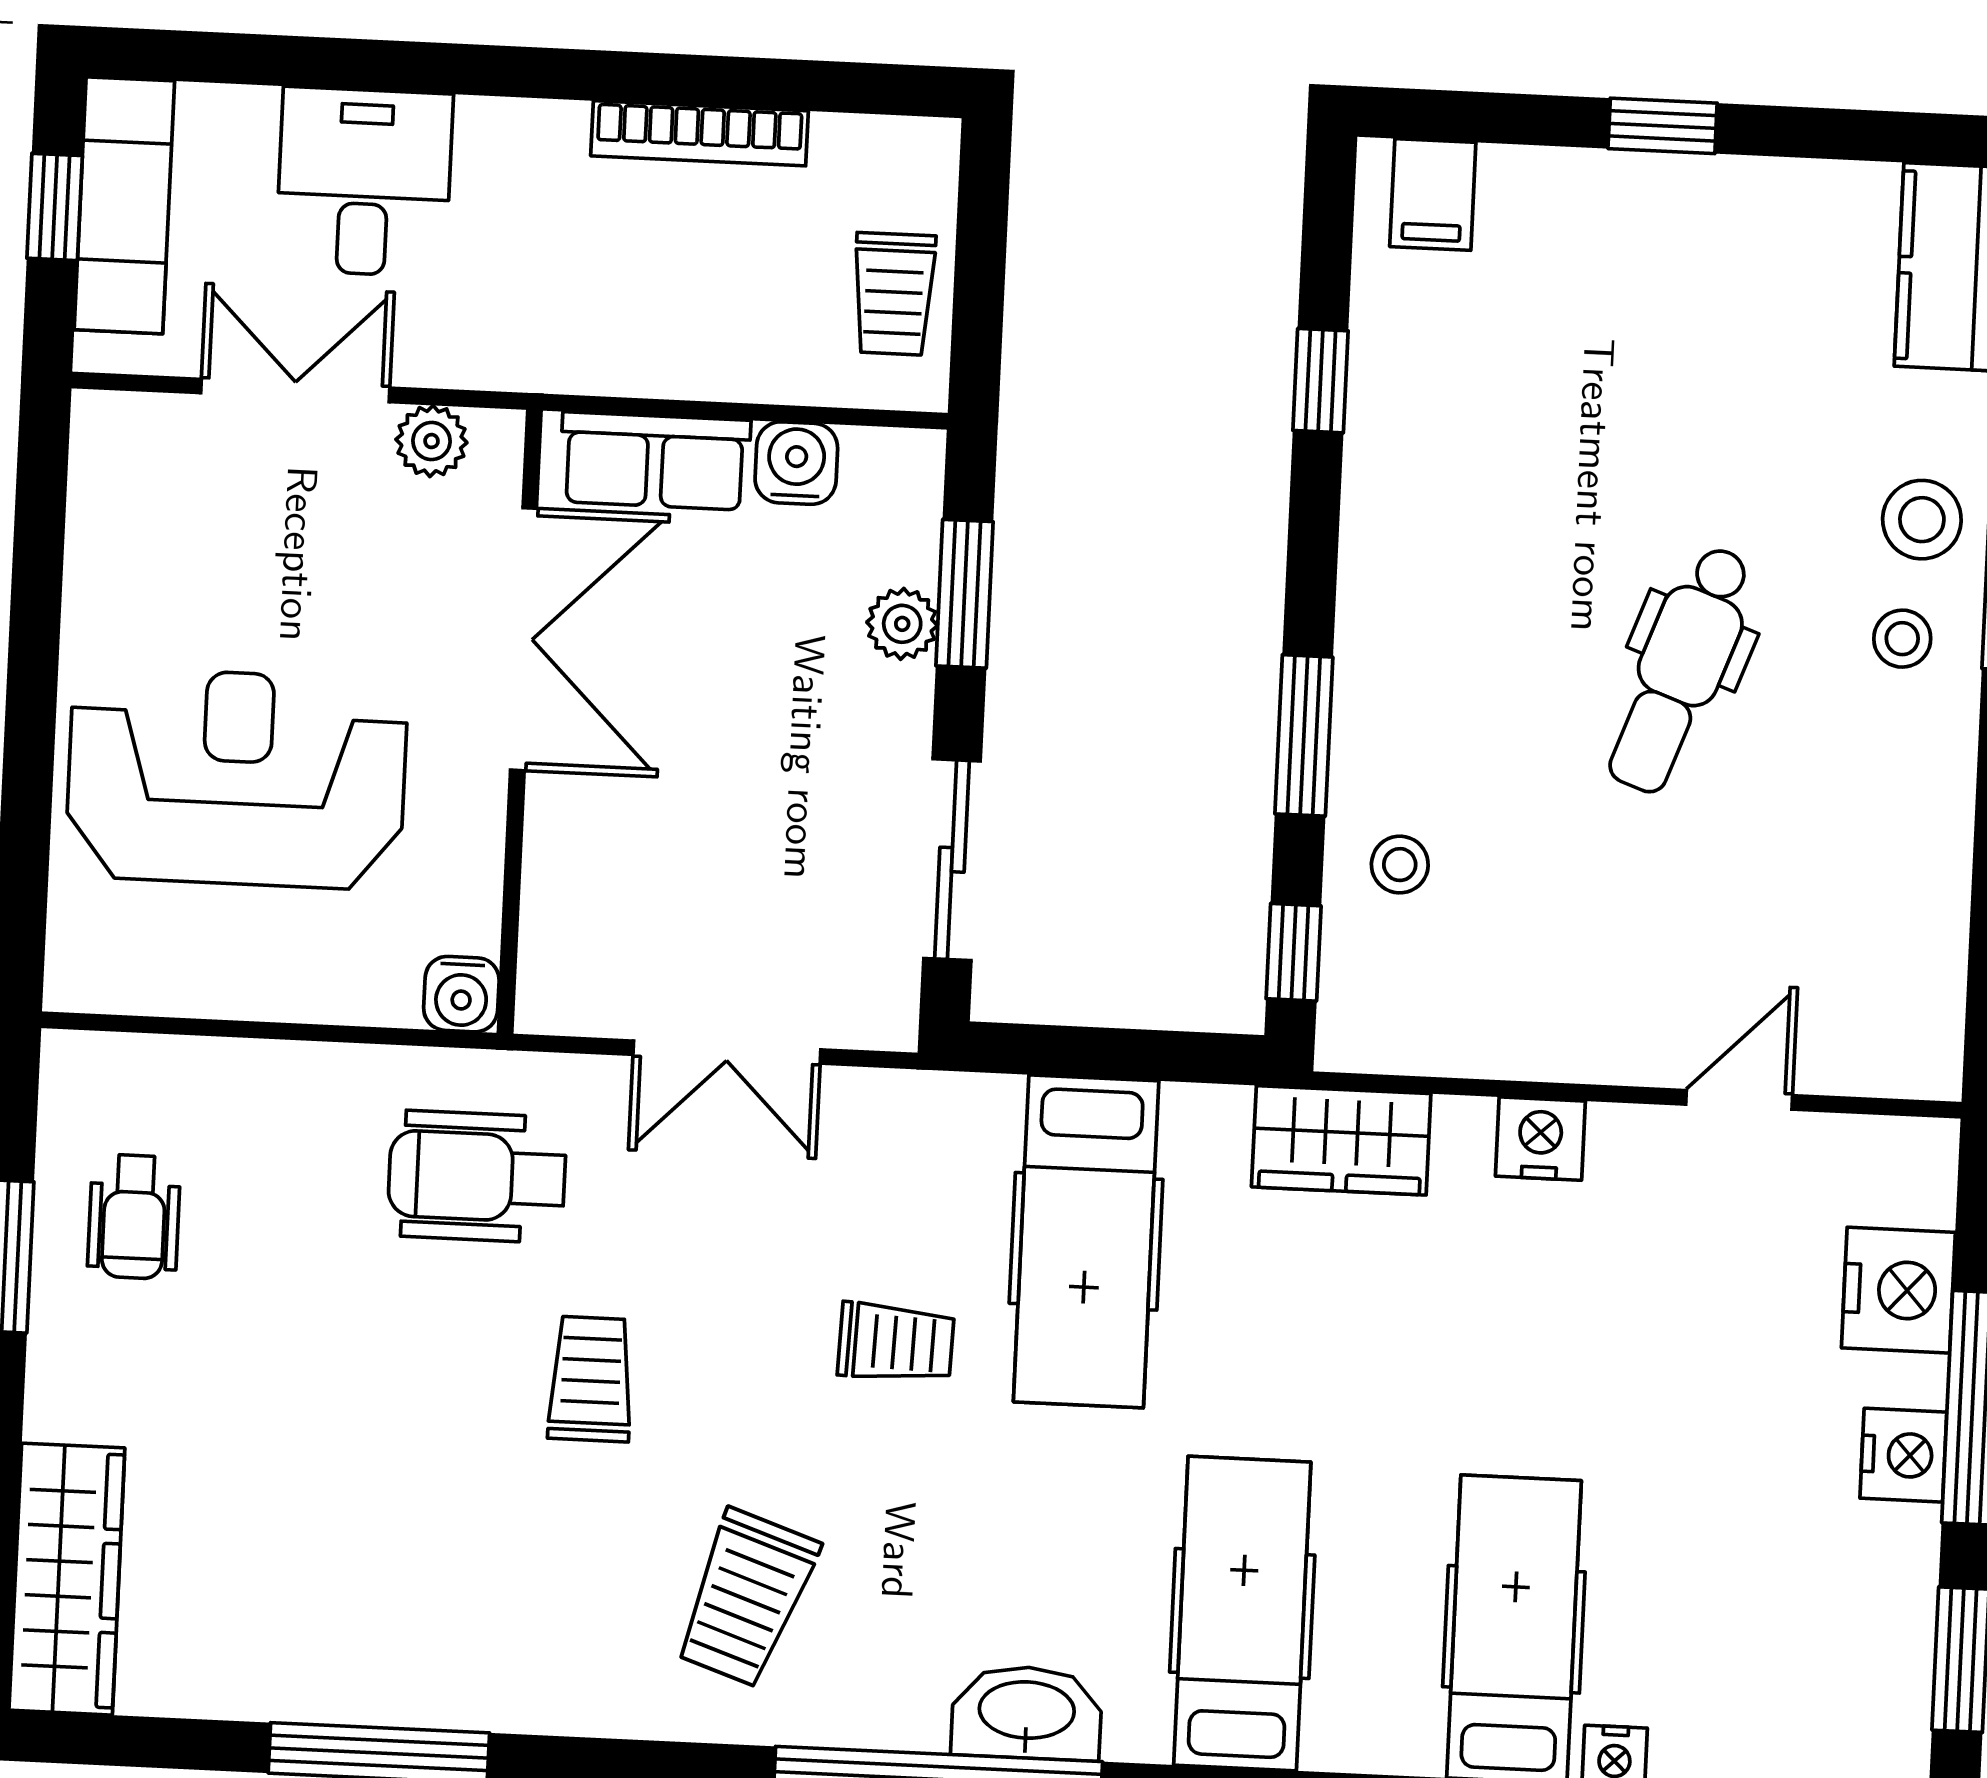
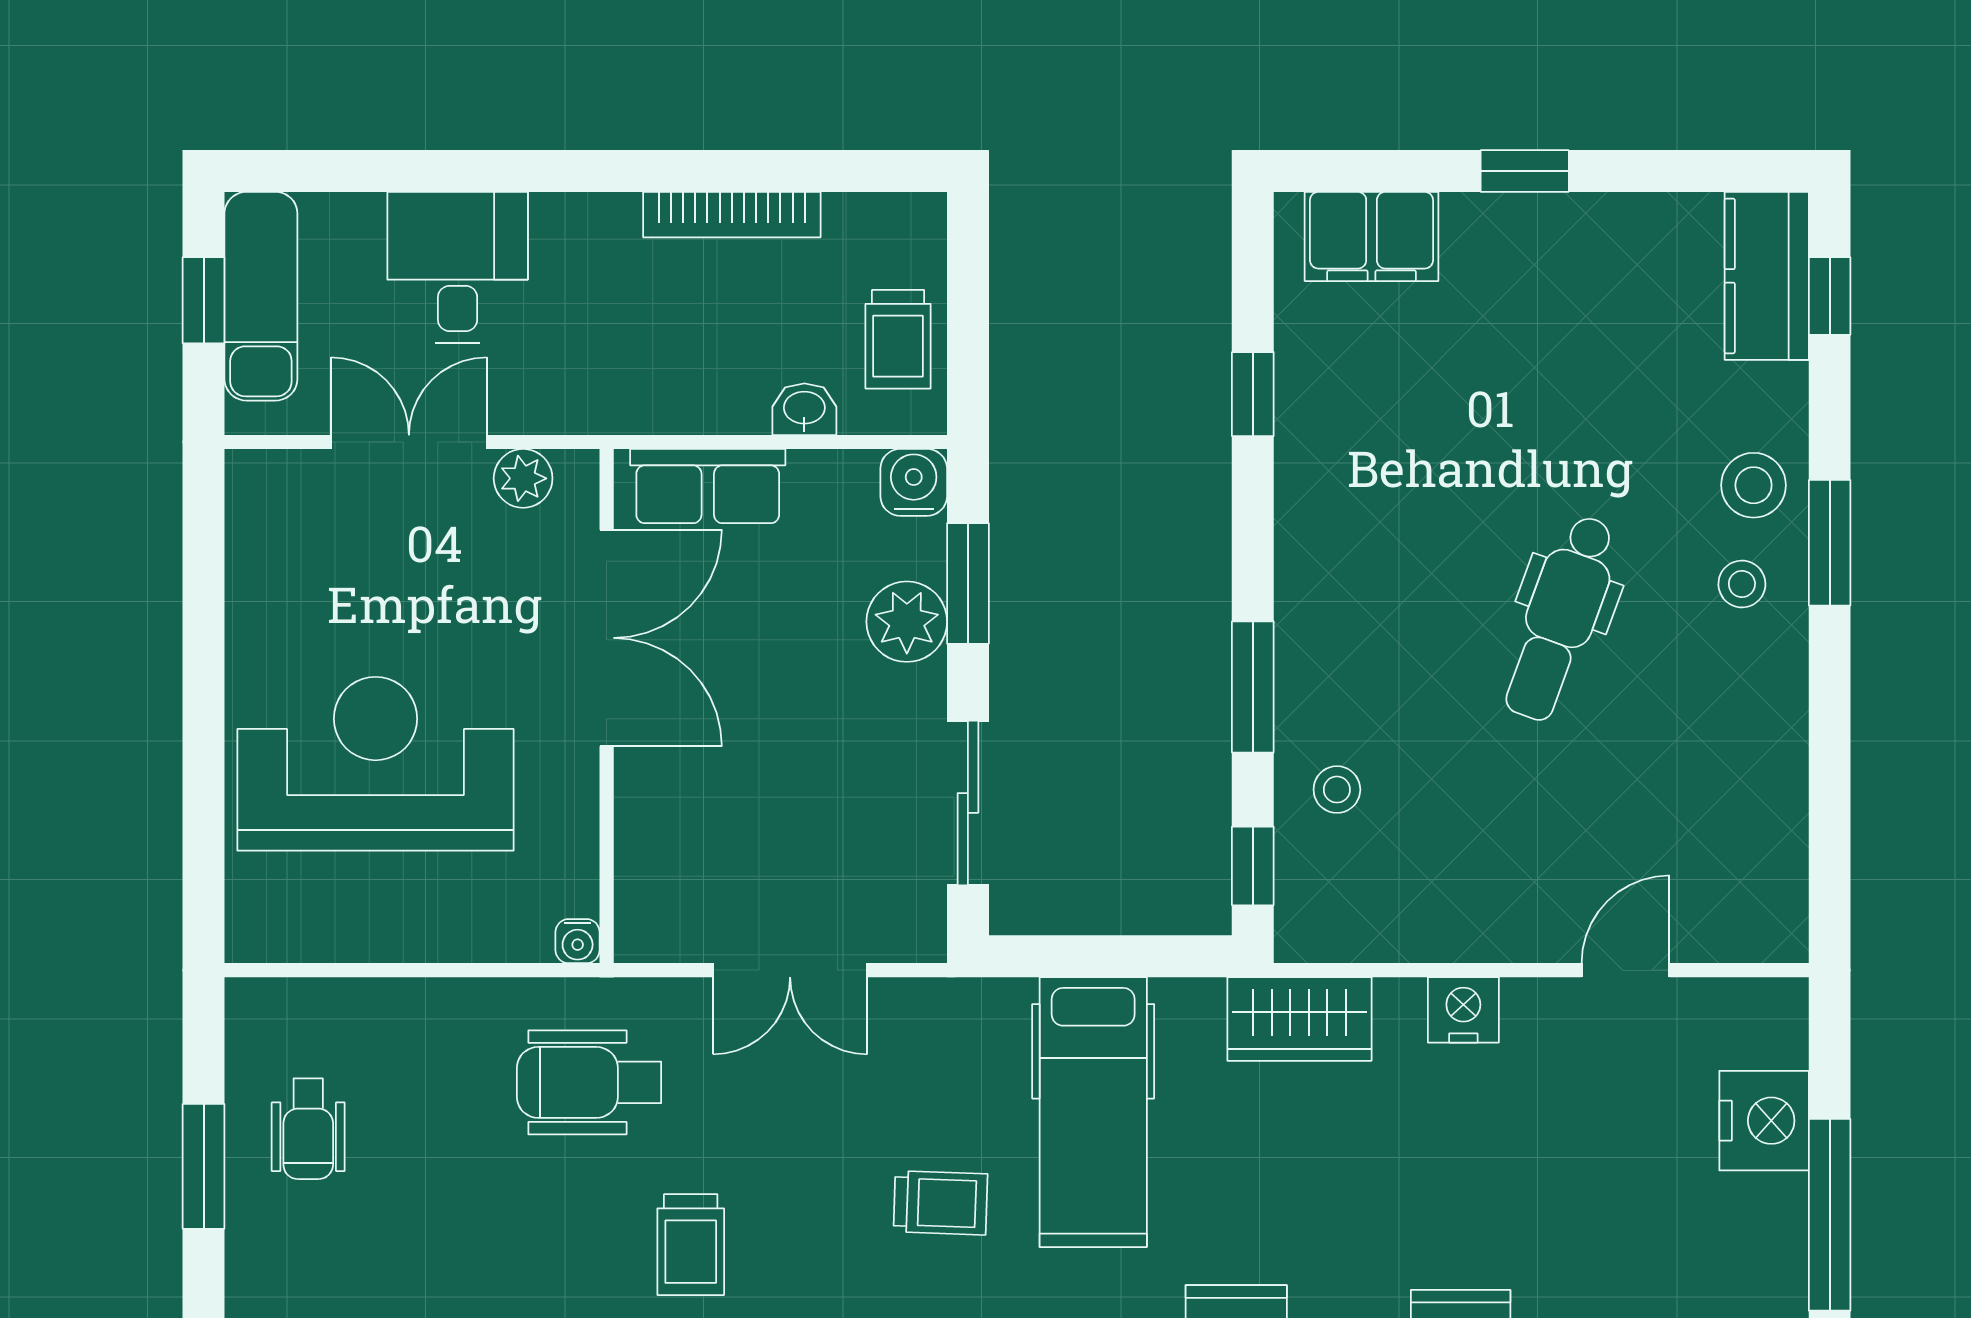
filing cabinet: (1433, 194) -> (1372, 236), width x2.00
washbasin: (776, 373) -> (804, 409), added
water cooler: (796, 463) -> (914, 482), moved
plant: (902, 624) -> (907, 622), width x1.38, depth x1.38
water cooler: (461, 994) -> (578, 941), width x0.72, depth x0.72
trolley: (591, 1379) -> (691, 1245), turned 180
nightstand: (1903, 1455) -> (1775, 1256), removed

